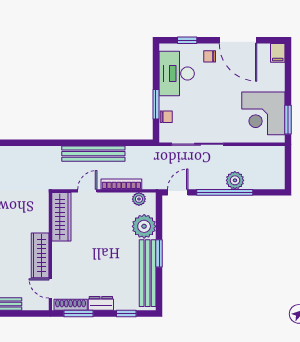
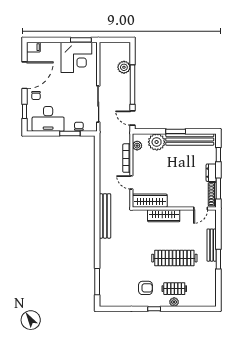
bench: (93, 154) -> (105, 216), moved
plant: (235, 180) -> (124, 67), moved
wardrobe: (40, 255) -> (164, 216), moved

